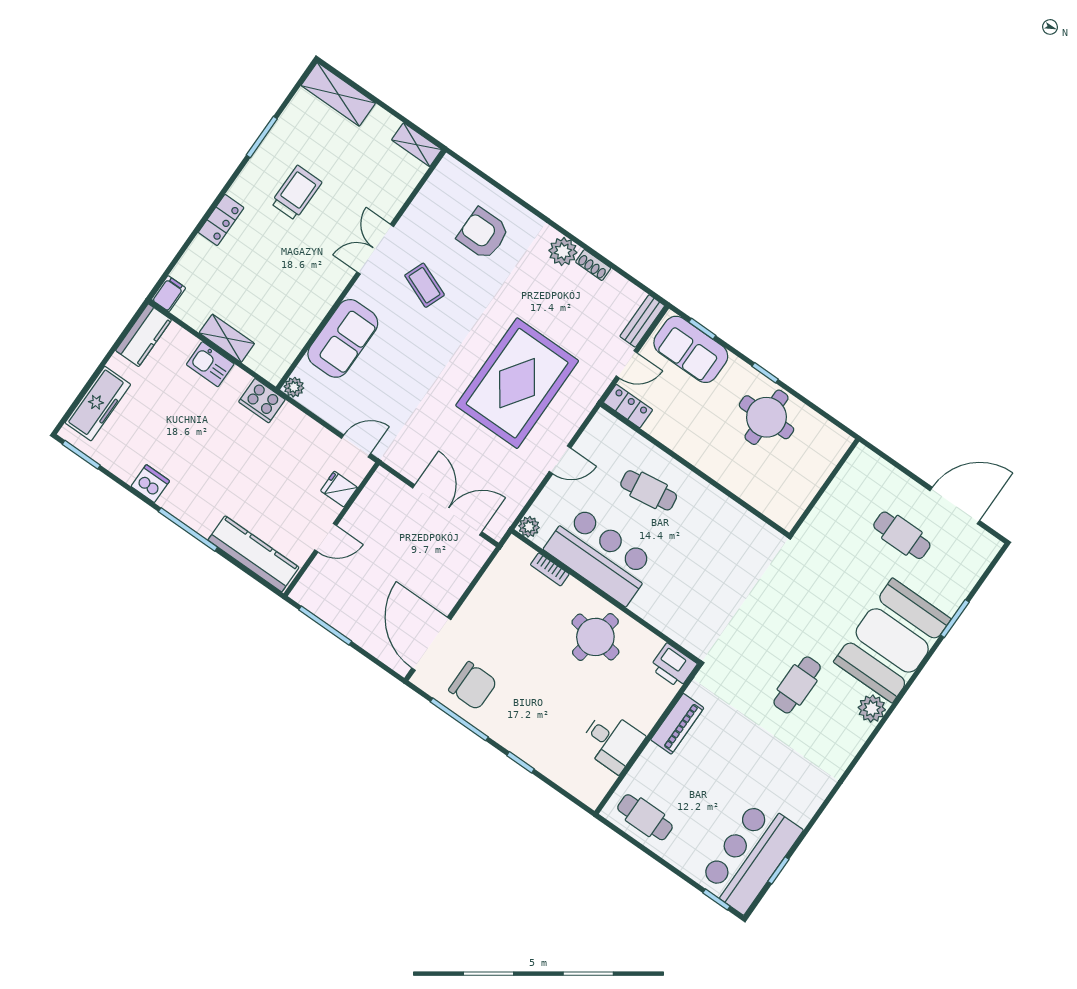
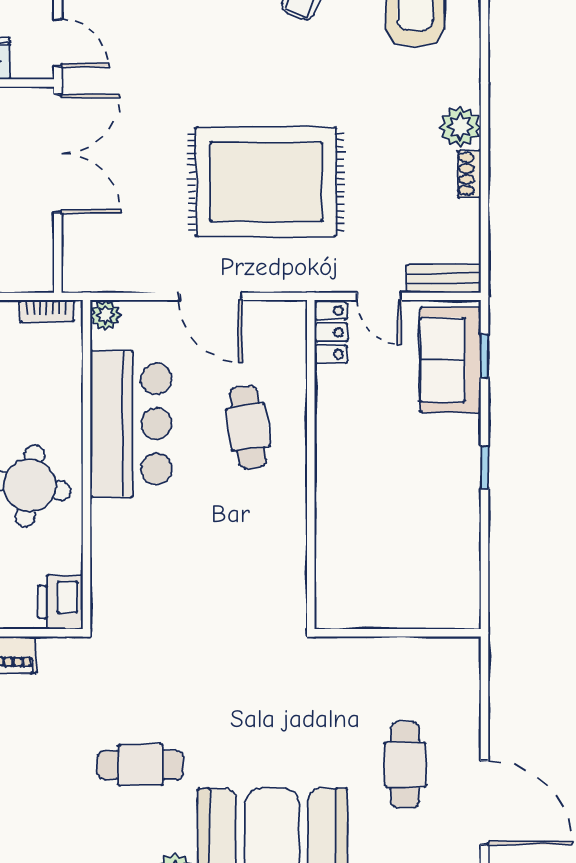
round table: (766, 417) -> (433, 506), removed
door: (560, 460) -> (211, 296), width x1.38
double door: (447, 510) -> (58, 153), moved
bookcase: (550, 569) -> (47, 311), moved, turned -90

